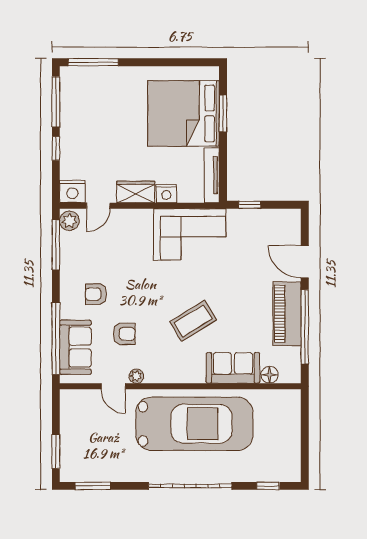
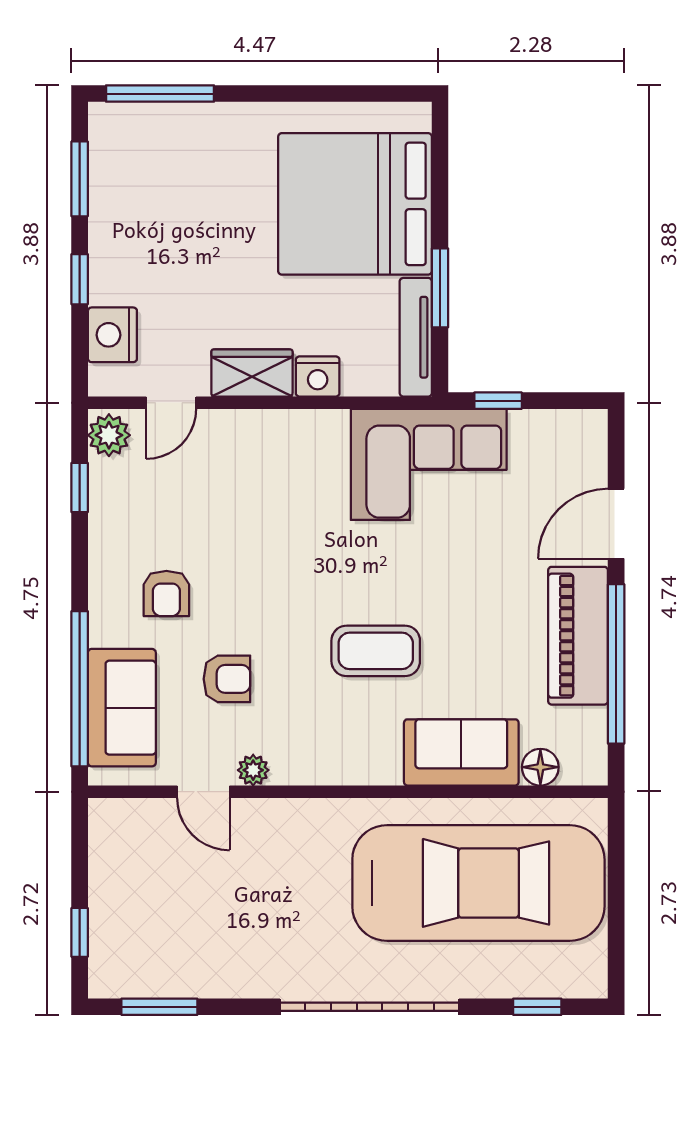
window: (56, 102) -> (80, 179), width x0.69
window: (223, 113) -> (440, 288), moved
nightstand: (72, 191) -> (112, 335), moved, turned 90
corner sofa: (190, 234) -> (429, 464), moved
window: (56, 245) -> (80, 488), width x0.46
door: (305, 262) -> (616, 524), hinge flipped
armchair: (96, 294) -> (166, 593), turned -90
coffee table: (193, 321) -> (376, 651), turned 32
car: (194, 424) -> (478, 883), moved
window: (56, 451) -> (80, 932), width x0.67

